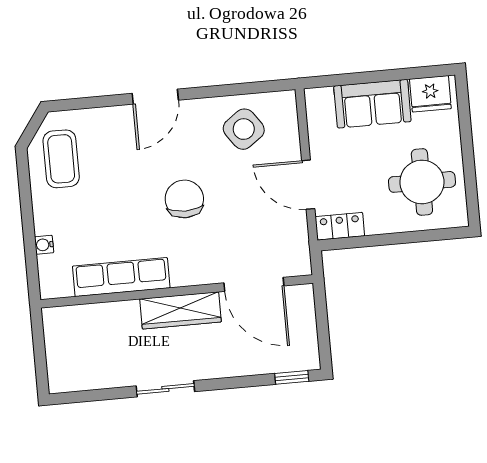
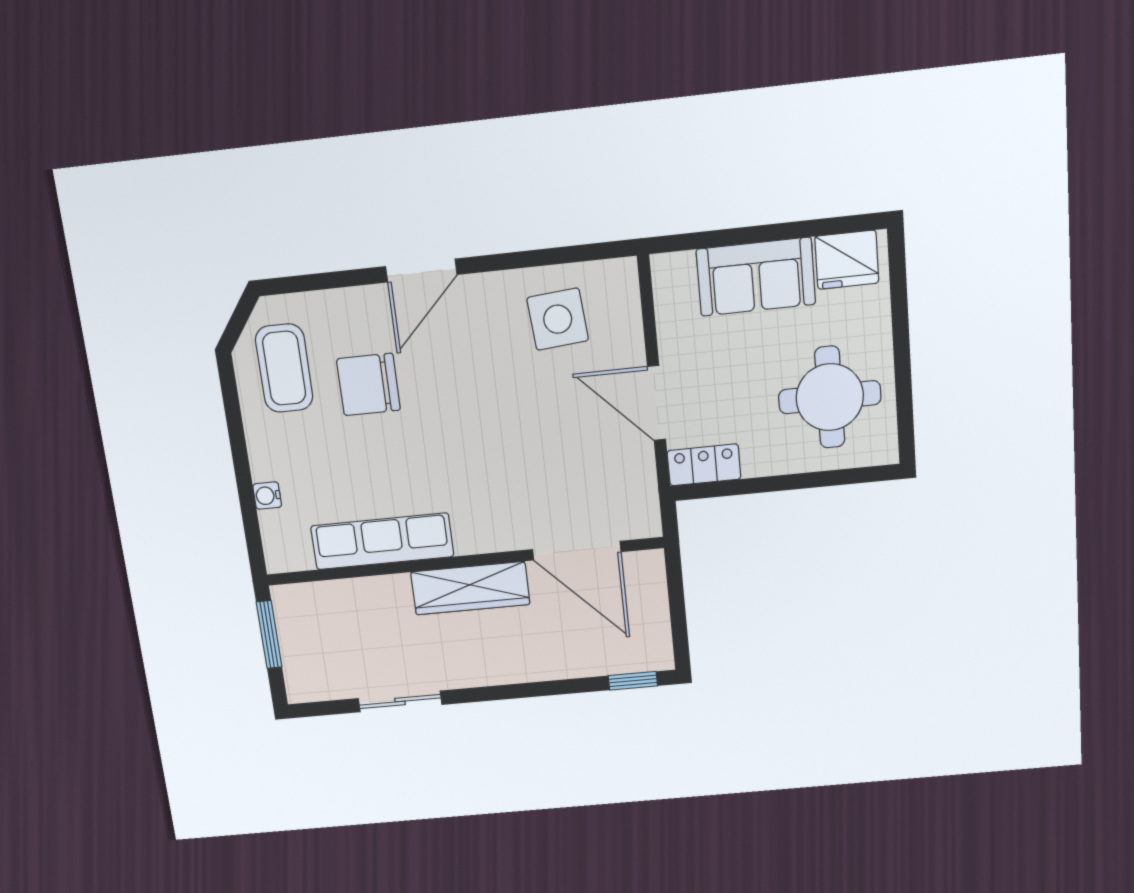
side table: (244, 129) -> (558, 319), turned 31
chair: (184, 199) -> (368, 385), moved, turned -90
window: (39, 343) -> (269, 635), added
sliding door: (165, 389) -> (400, 701), moved

